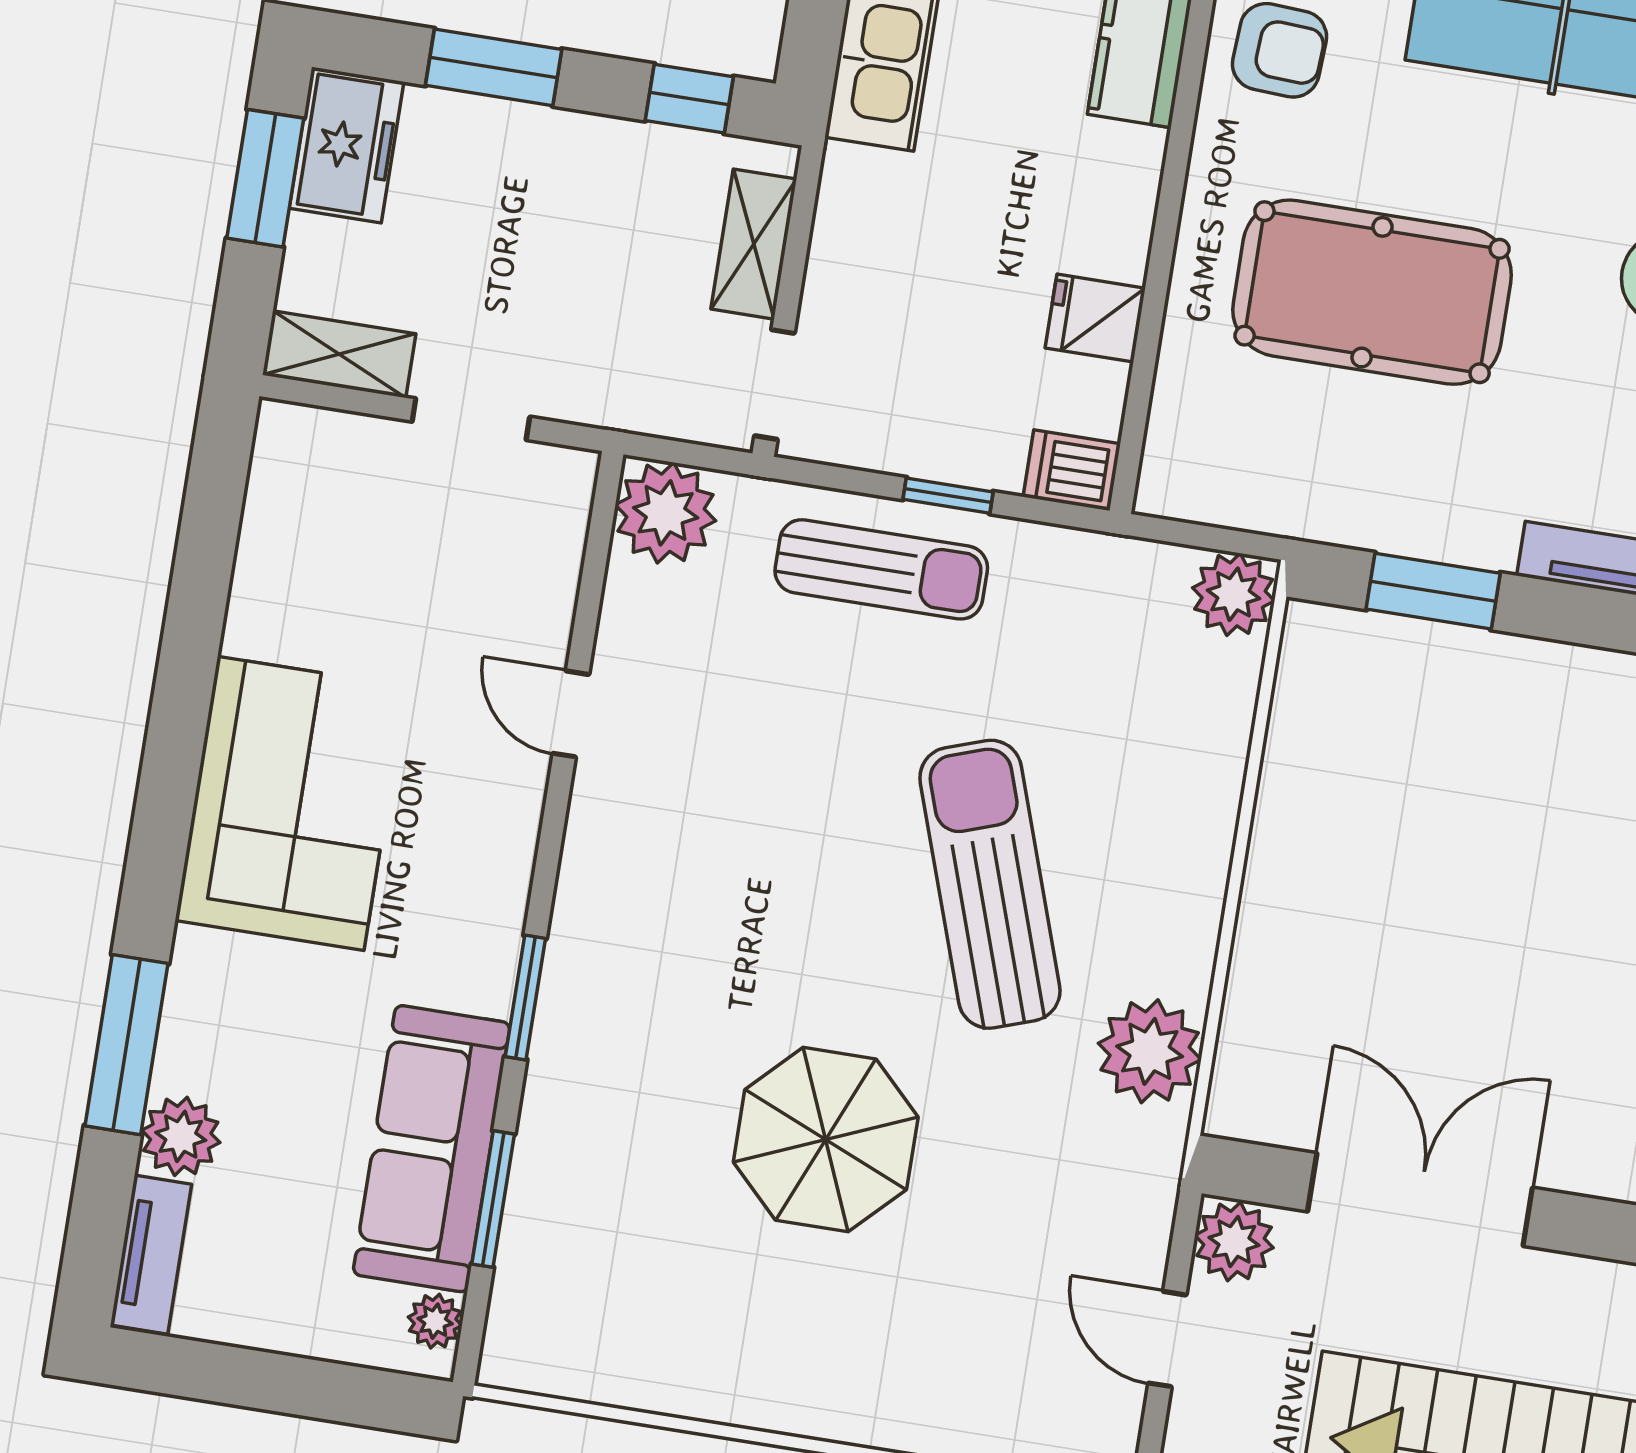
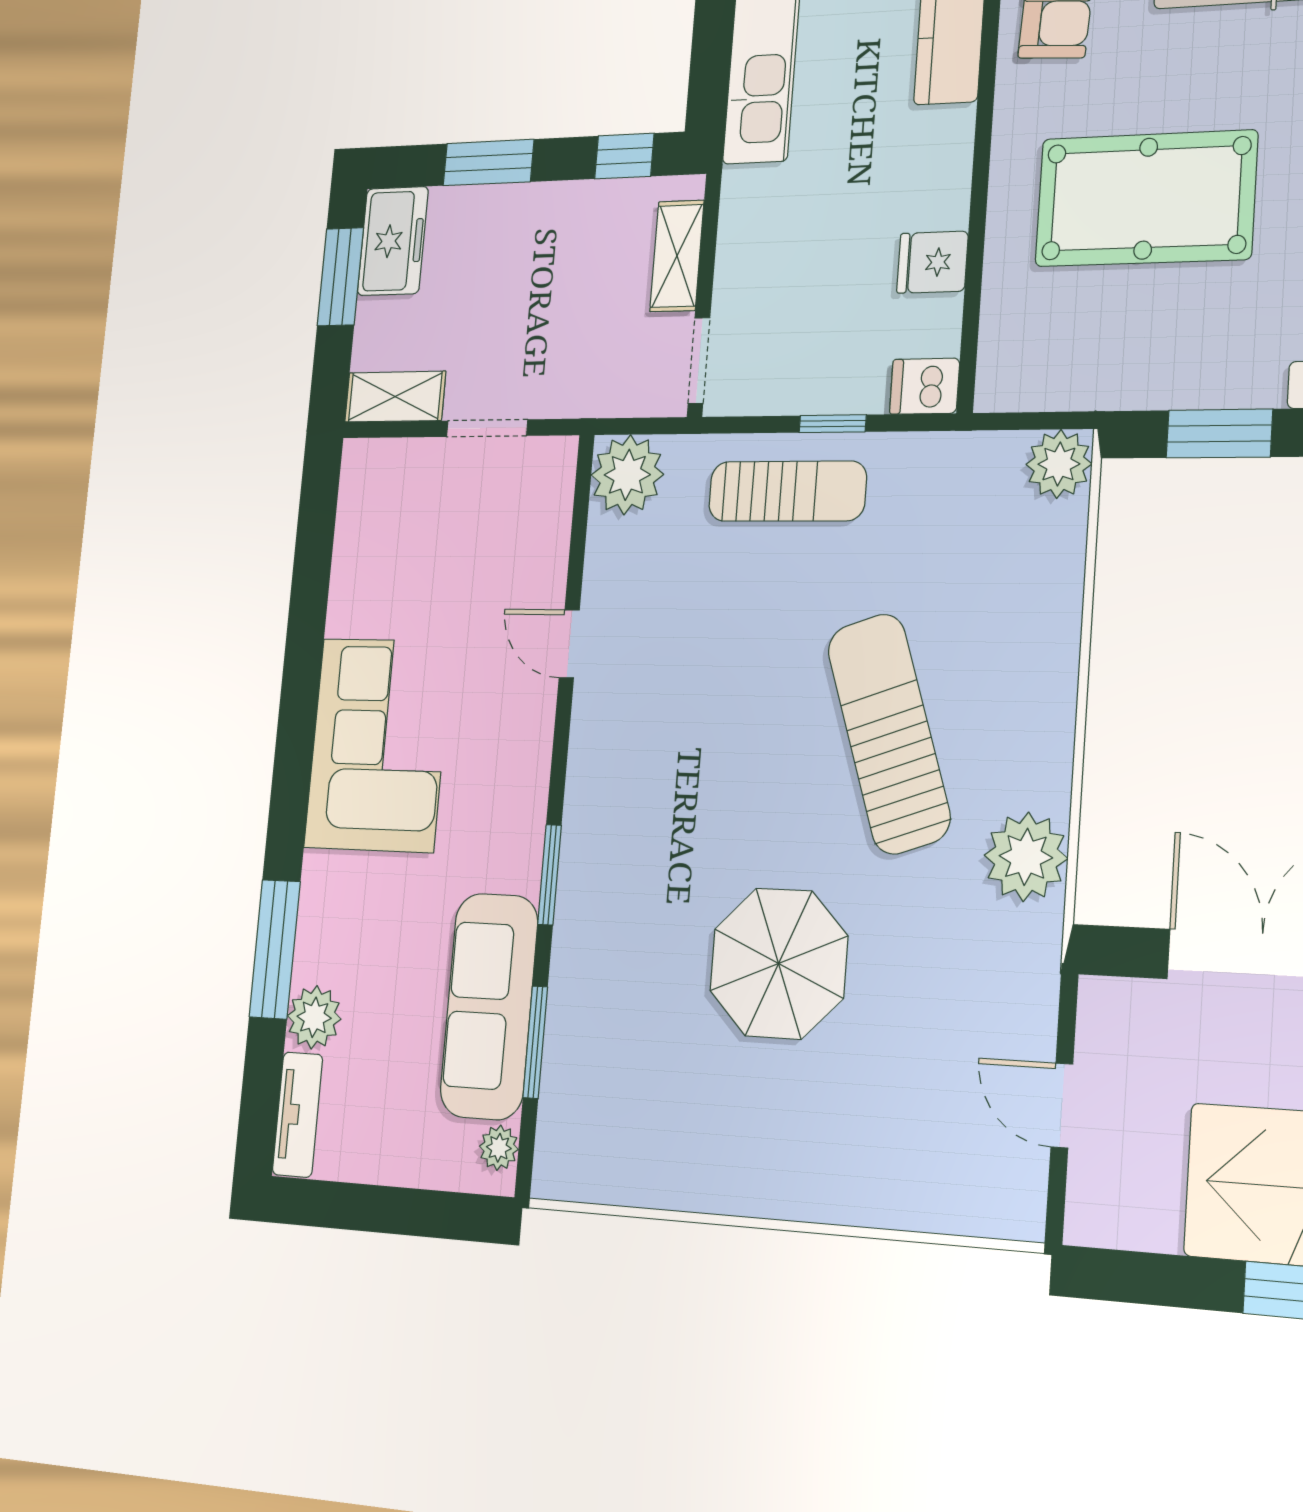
plant: (1234, 1241) -> (1109, 1014), removed

